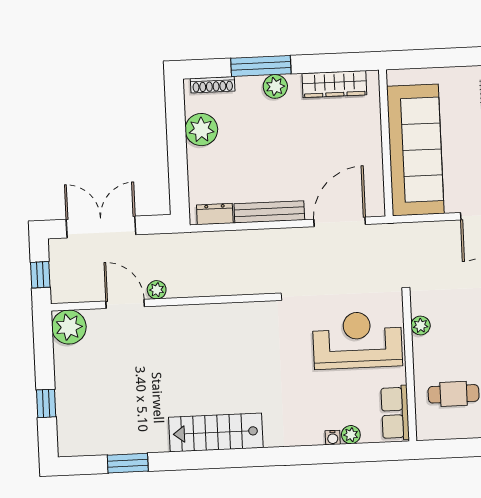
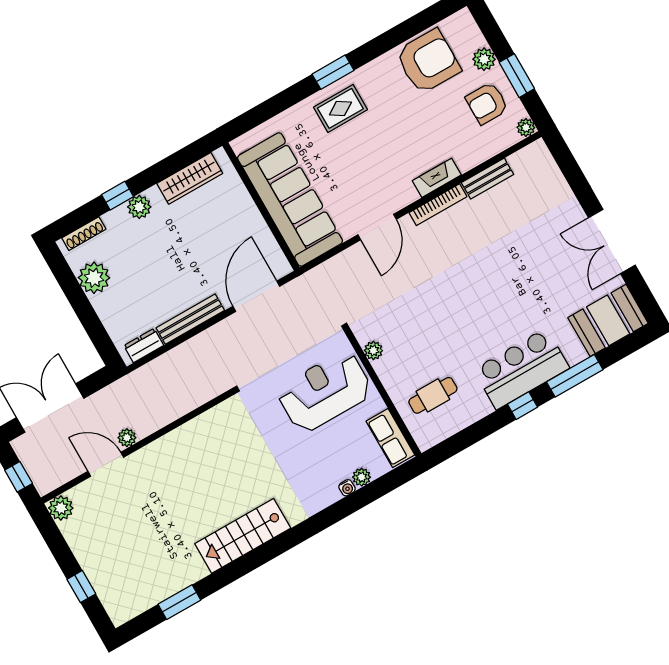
window: (261, 66) -> (118, 196), width x0.46
plant: (69, 327) -> (61, 508), width x0.73, depth x0.73

